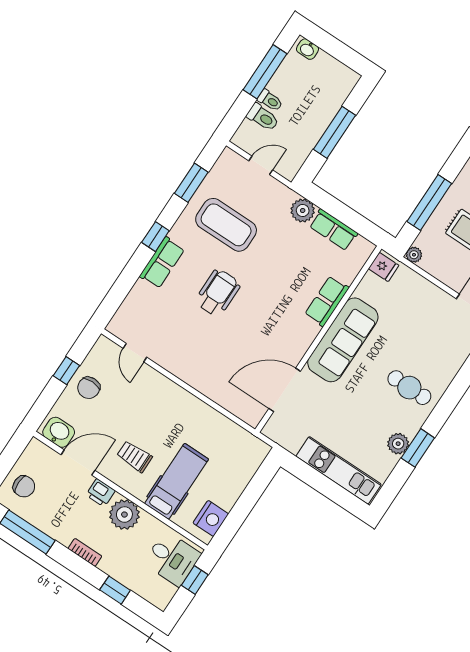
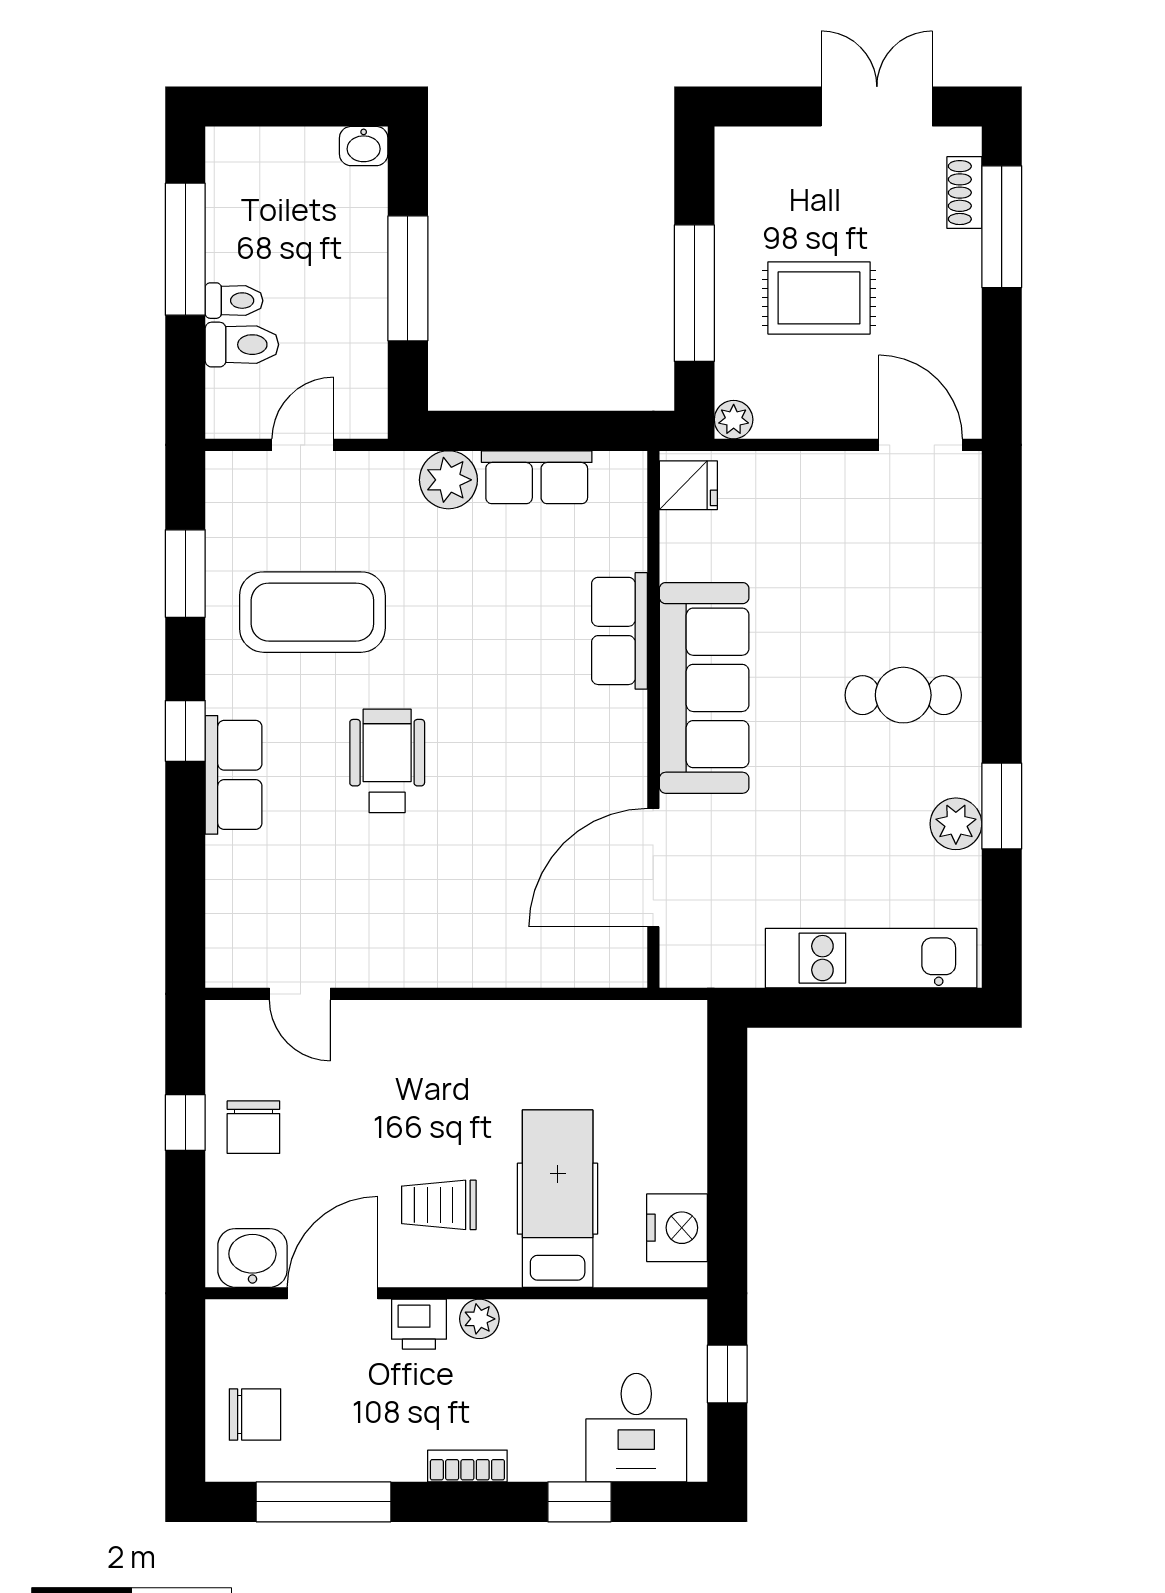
washbasin: (308, 49) -> (364, 146), moved
plant: (124, 515) -> (479, 1319), width x0.53, depth x0.53
desk: (172, 559) -> (636, 1428), moved, turned 90

